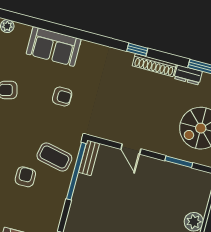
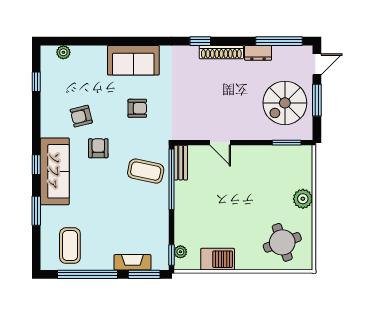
sofa: (54, 46) -> (133, 60), moved
window: (179, 162) -> (287, 143), moved
armchair: (25, 177) -> (98, 148), moved

